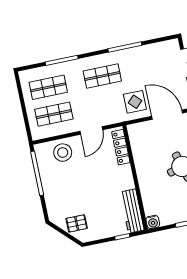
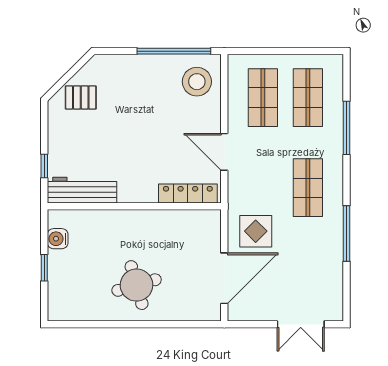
stool: (63, 153) -> (197, 82), moved
water cooler: (153, 222) -> (58, 239), moved
pallet: (77, 223) -> (81, 97), turned 90

